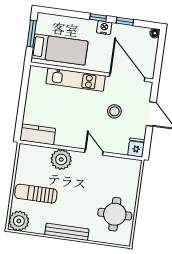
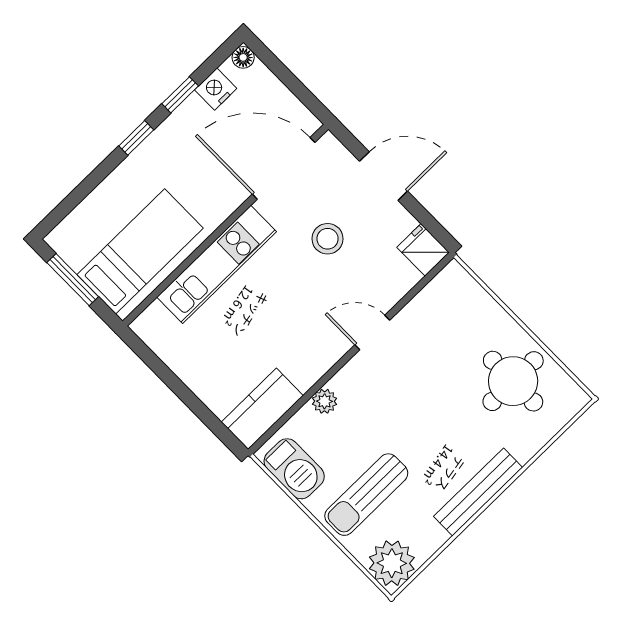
nightstand: (104, 28) -> (216, 89), moved
plant: (61, 159) -> (325, 401), width x0.53, depth x0.53
barbecue: (25, 162) -> (294, 469), added

